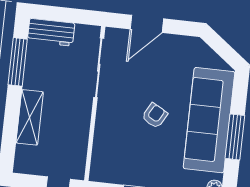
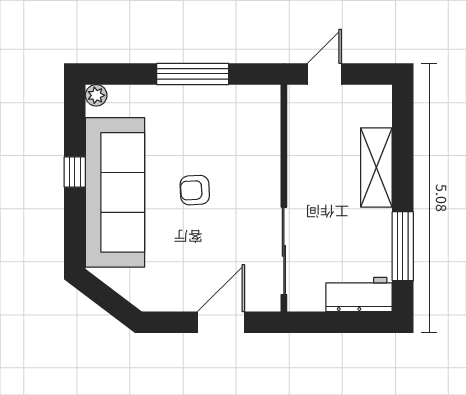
armchair: (155, 116) -> (195, 190), turned 58
window: (235, 137) -> (75, 172), width x0.46

